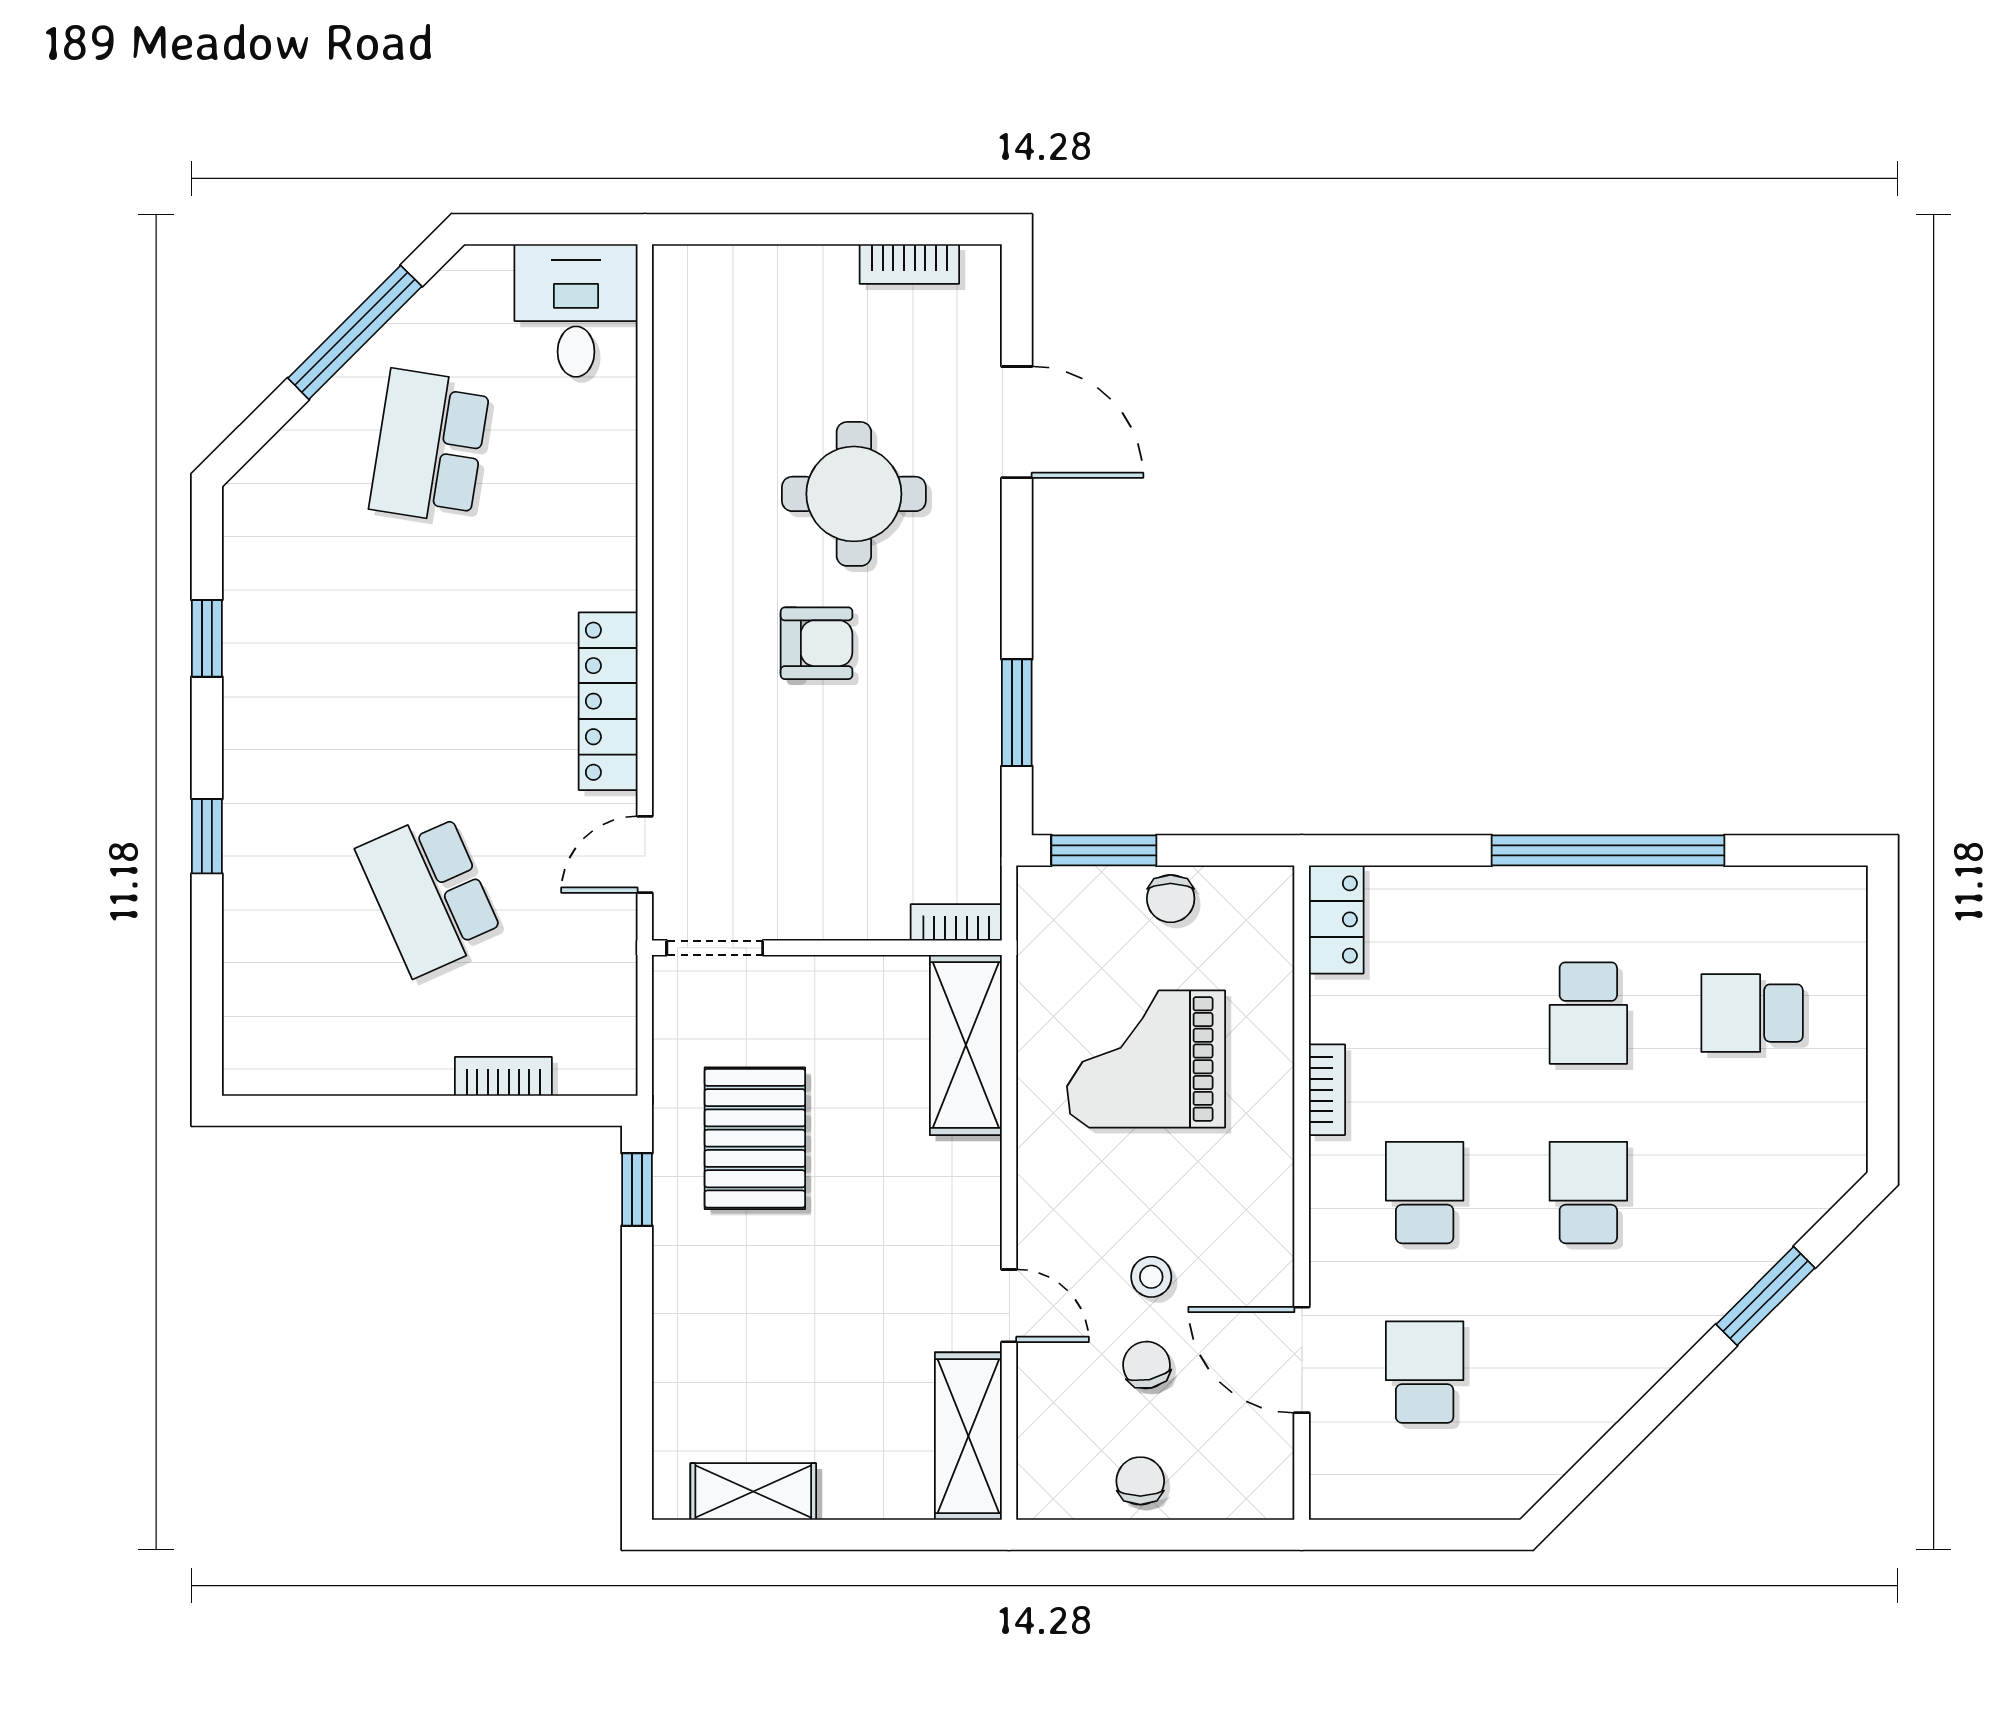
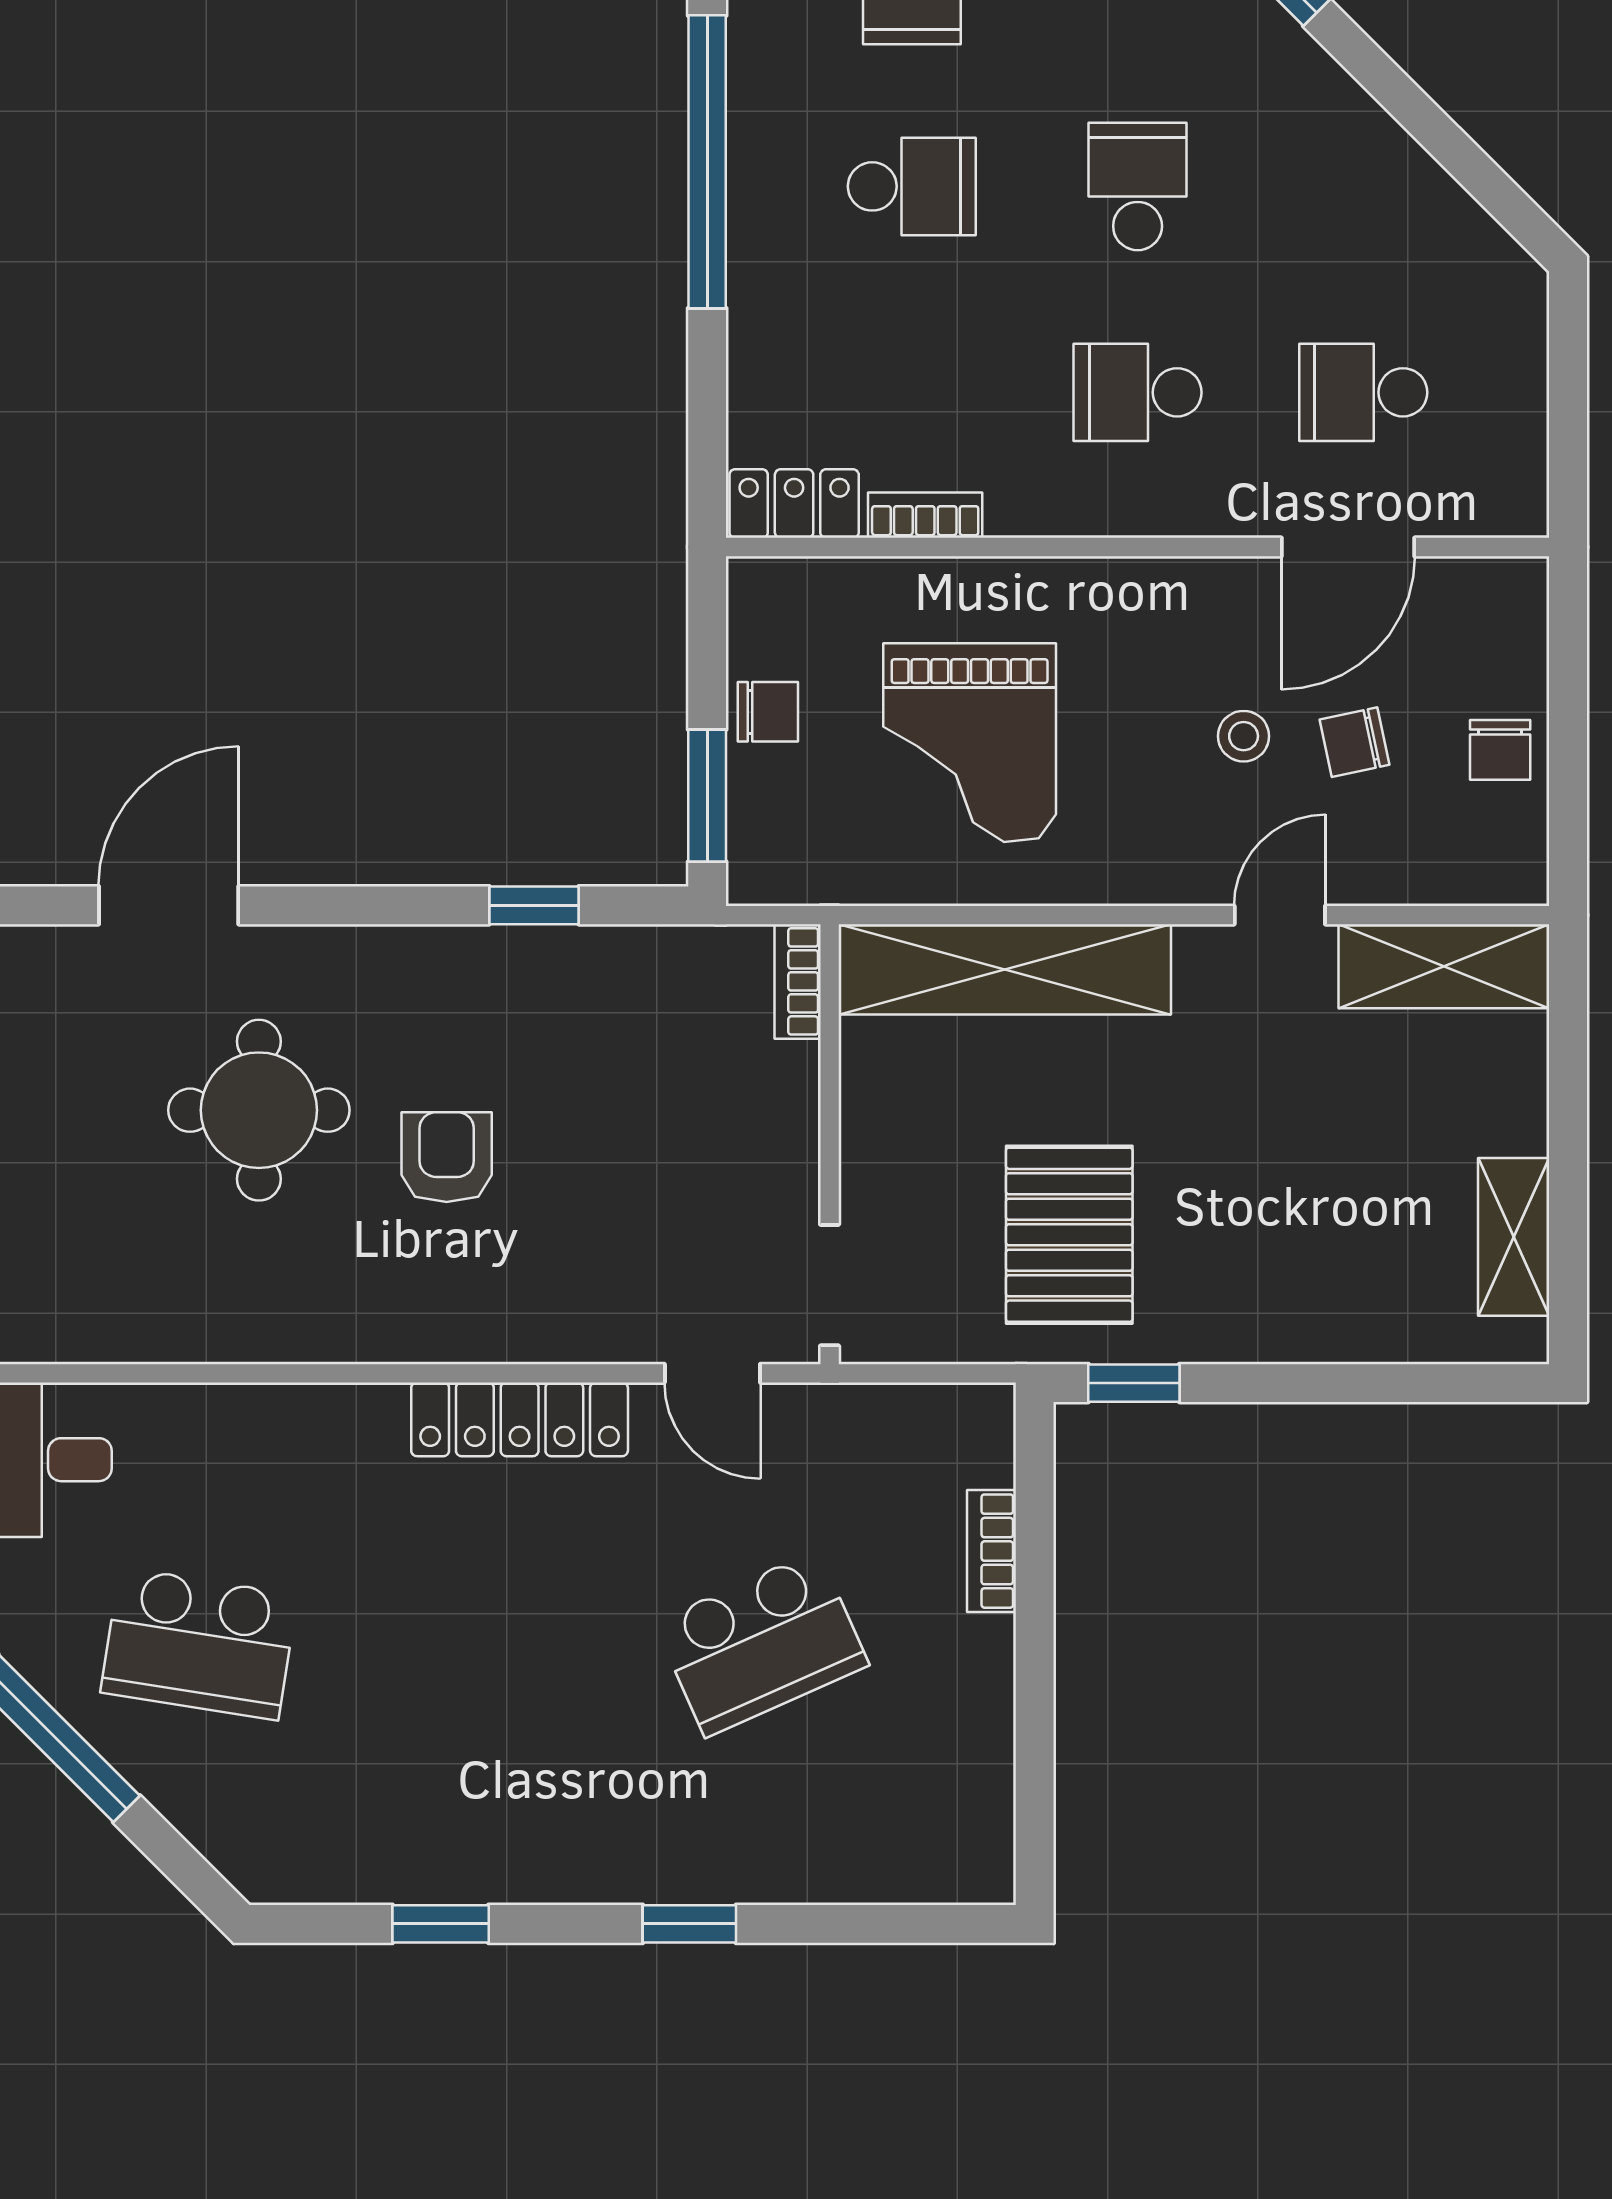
window: (1017, 713) -> (534, 905), width x0.67
shelving: (966, 1045) -> (1005, 969), width x1.47
bookcase: (1327, 1090) -> (925, 515), moved
pallet: (755, 1138) -> (1069, 1235), turned 90
school desk: (1588, 1193) -> (1138, 186), turned 90
chair: (1140, 1481) -> (1500, 750), turned -90

